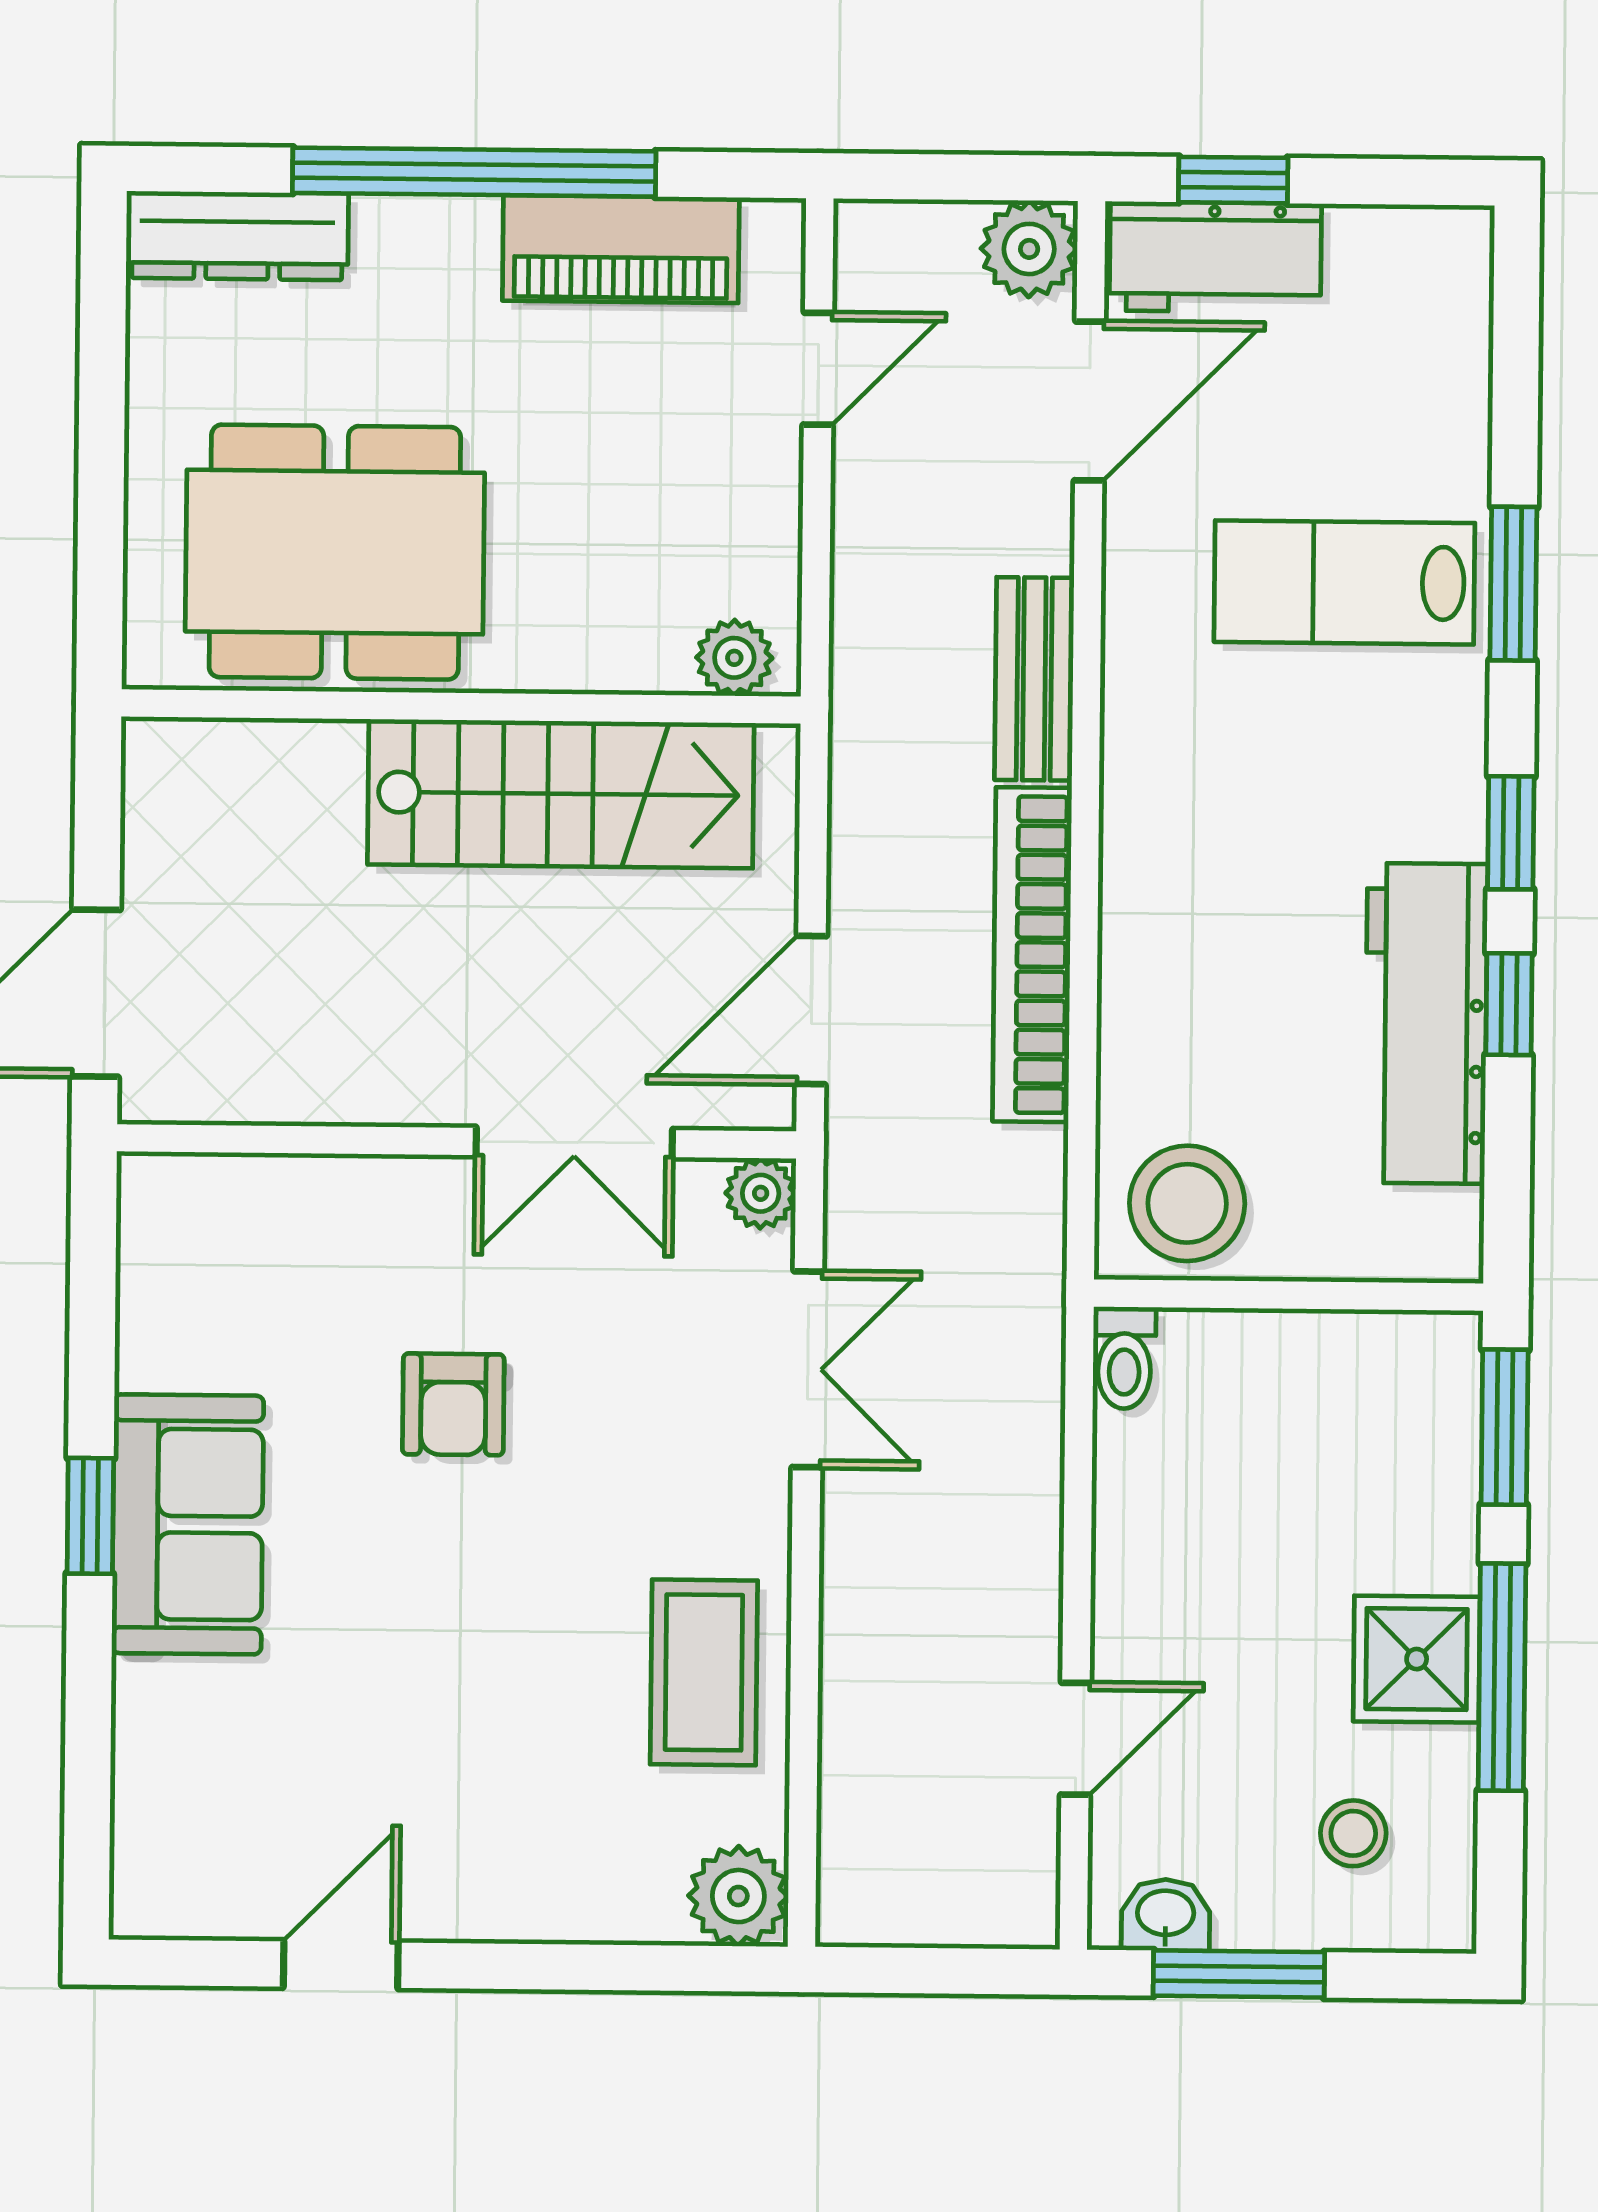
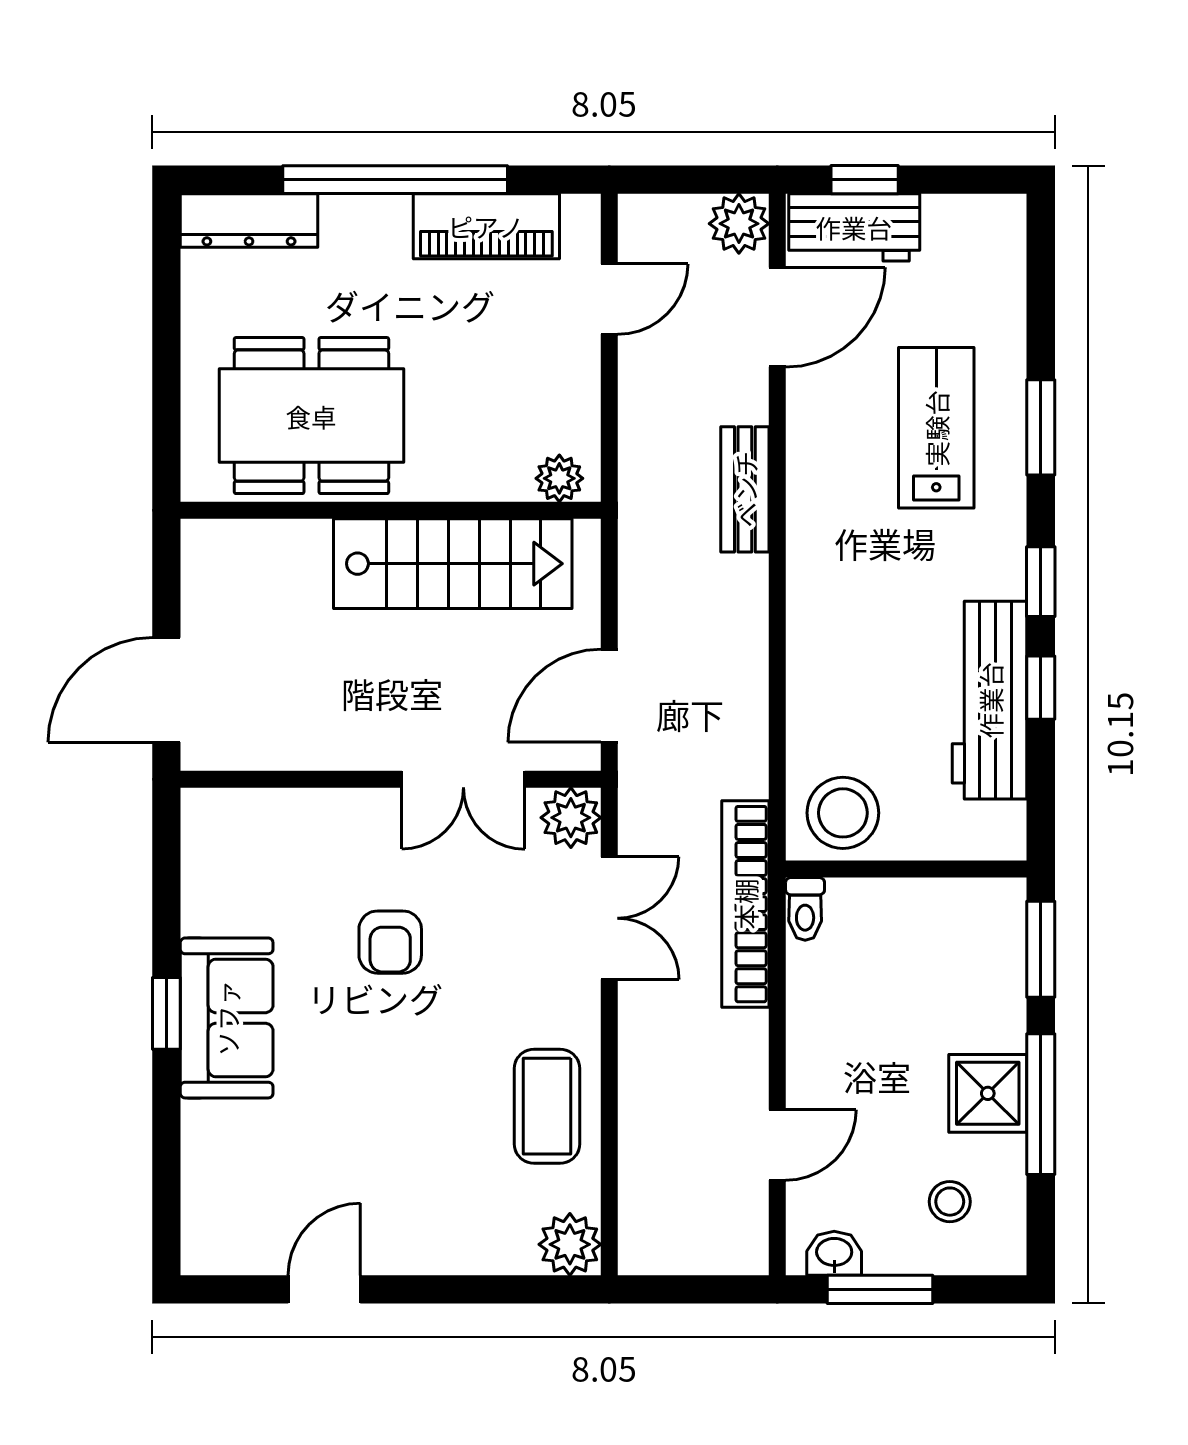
lab bench: (1344, 582) -> (936, 428), turned 90
bookcase: (1032, 955) -> (745, 904), moved
plant: (761, 1193) -> (571, 818), width x1.38, depth x1.38

